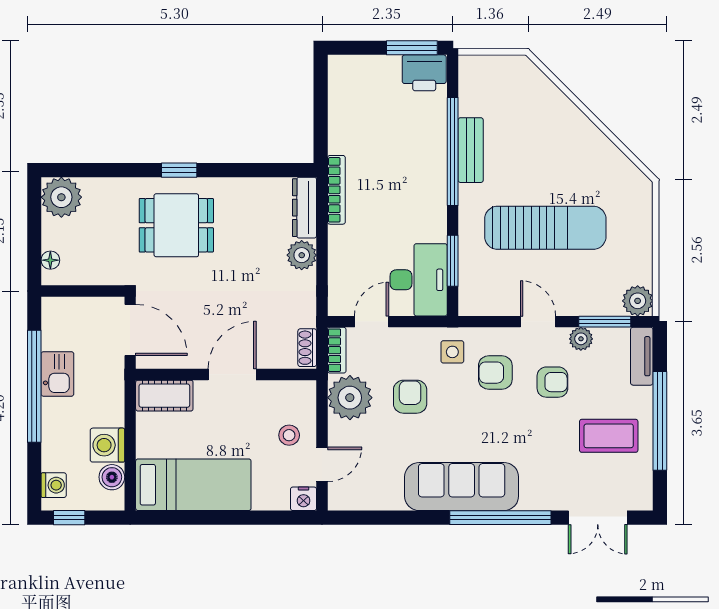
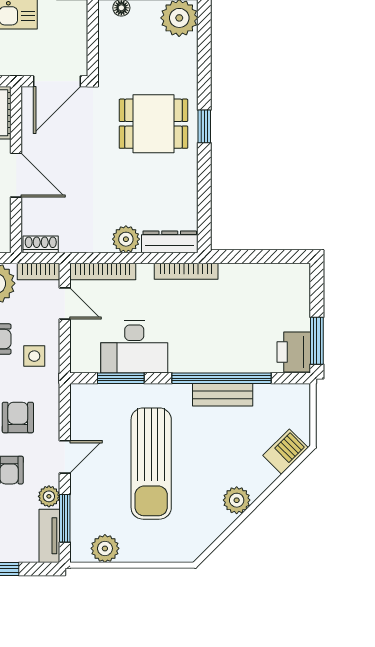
barbecue: (532, 82) -> (285, 452), added
plant: (585, 135) -> (237, 500), added
dining table: (176, 225) -> (153, 124), turned 90
bookcase: (337, 280) -> (103, 271), added
desk: (419, 280) -> (134, 347), moved
plant: (638, 301) -> (105, 548), moved
side table: (452, 352) -> (34, 356), moved
tv unit: (642, 356) -> (49, 536), moved, turned -90

